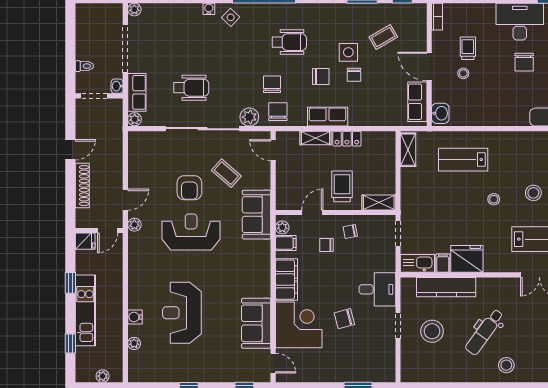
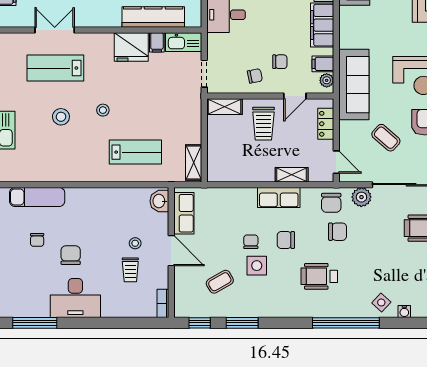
chair: (272, 84) -> (338, 232), turned -90
locker: (347, 139) -> (326, 124), moved, turned -90
sofa: (257, 215) -> (354, 85), width x1.36

